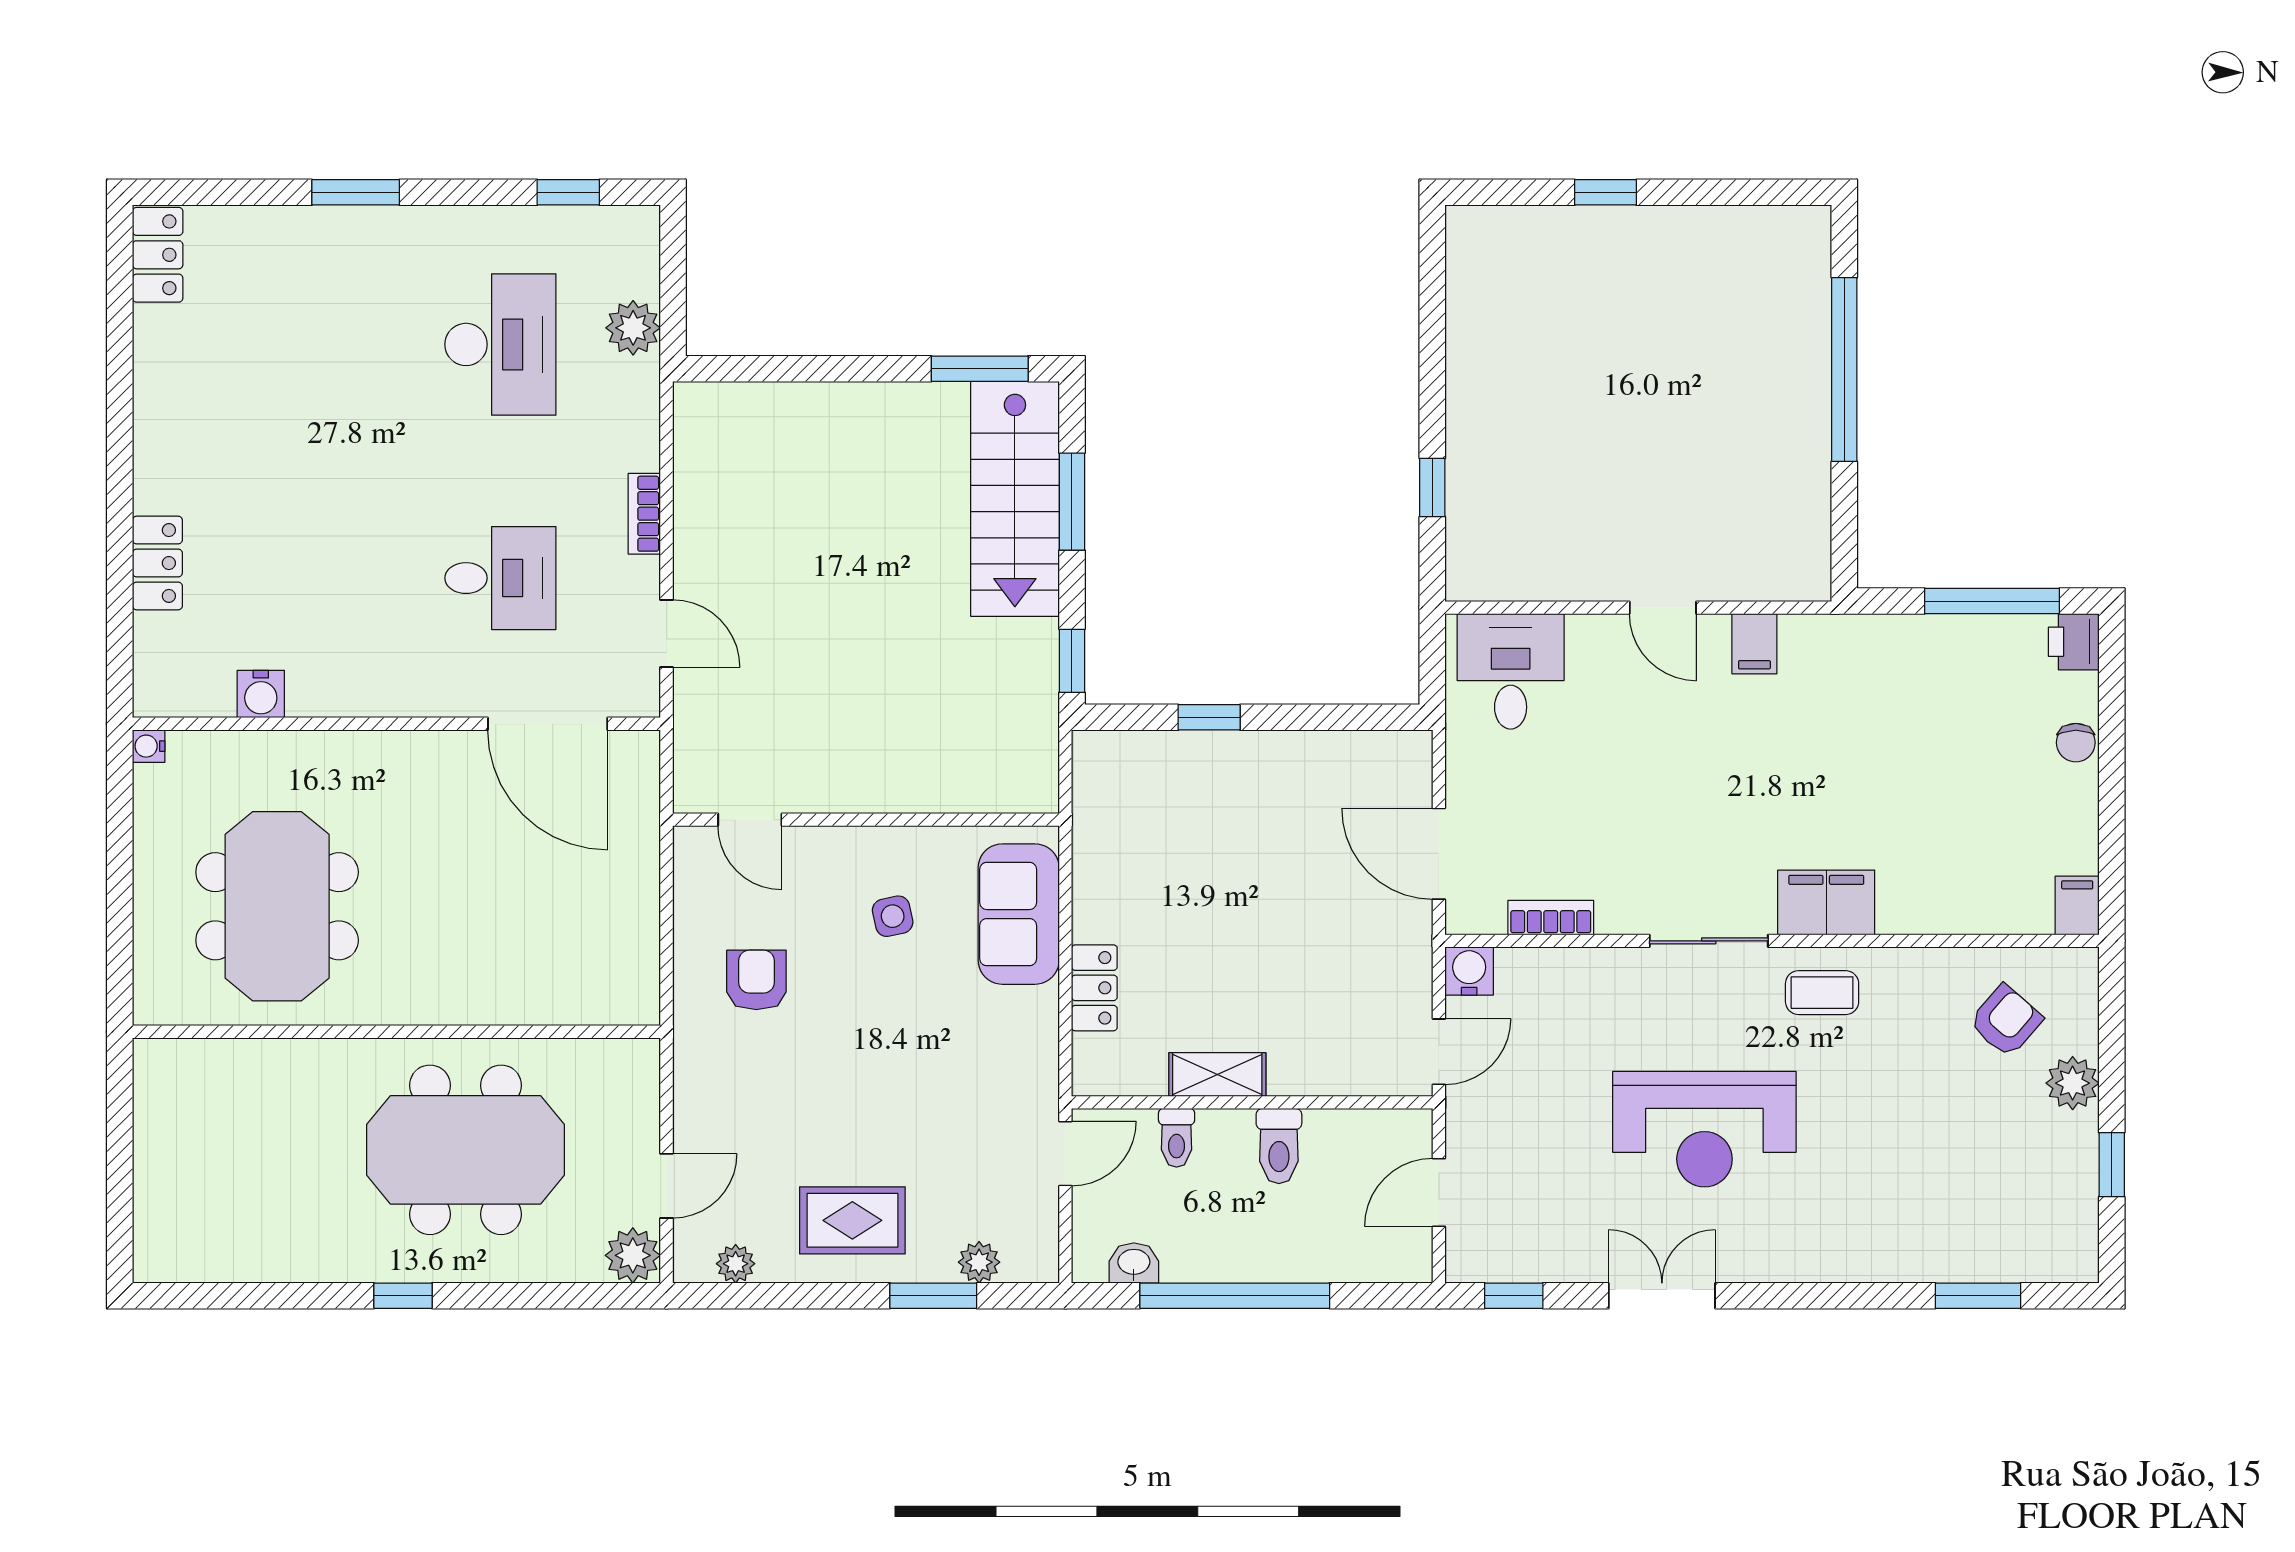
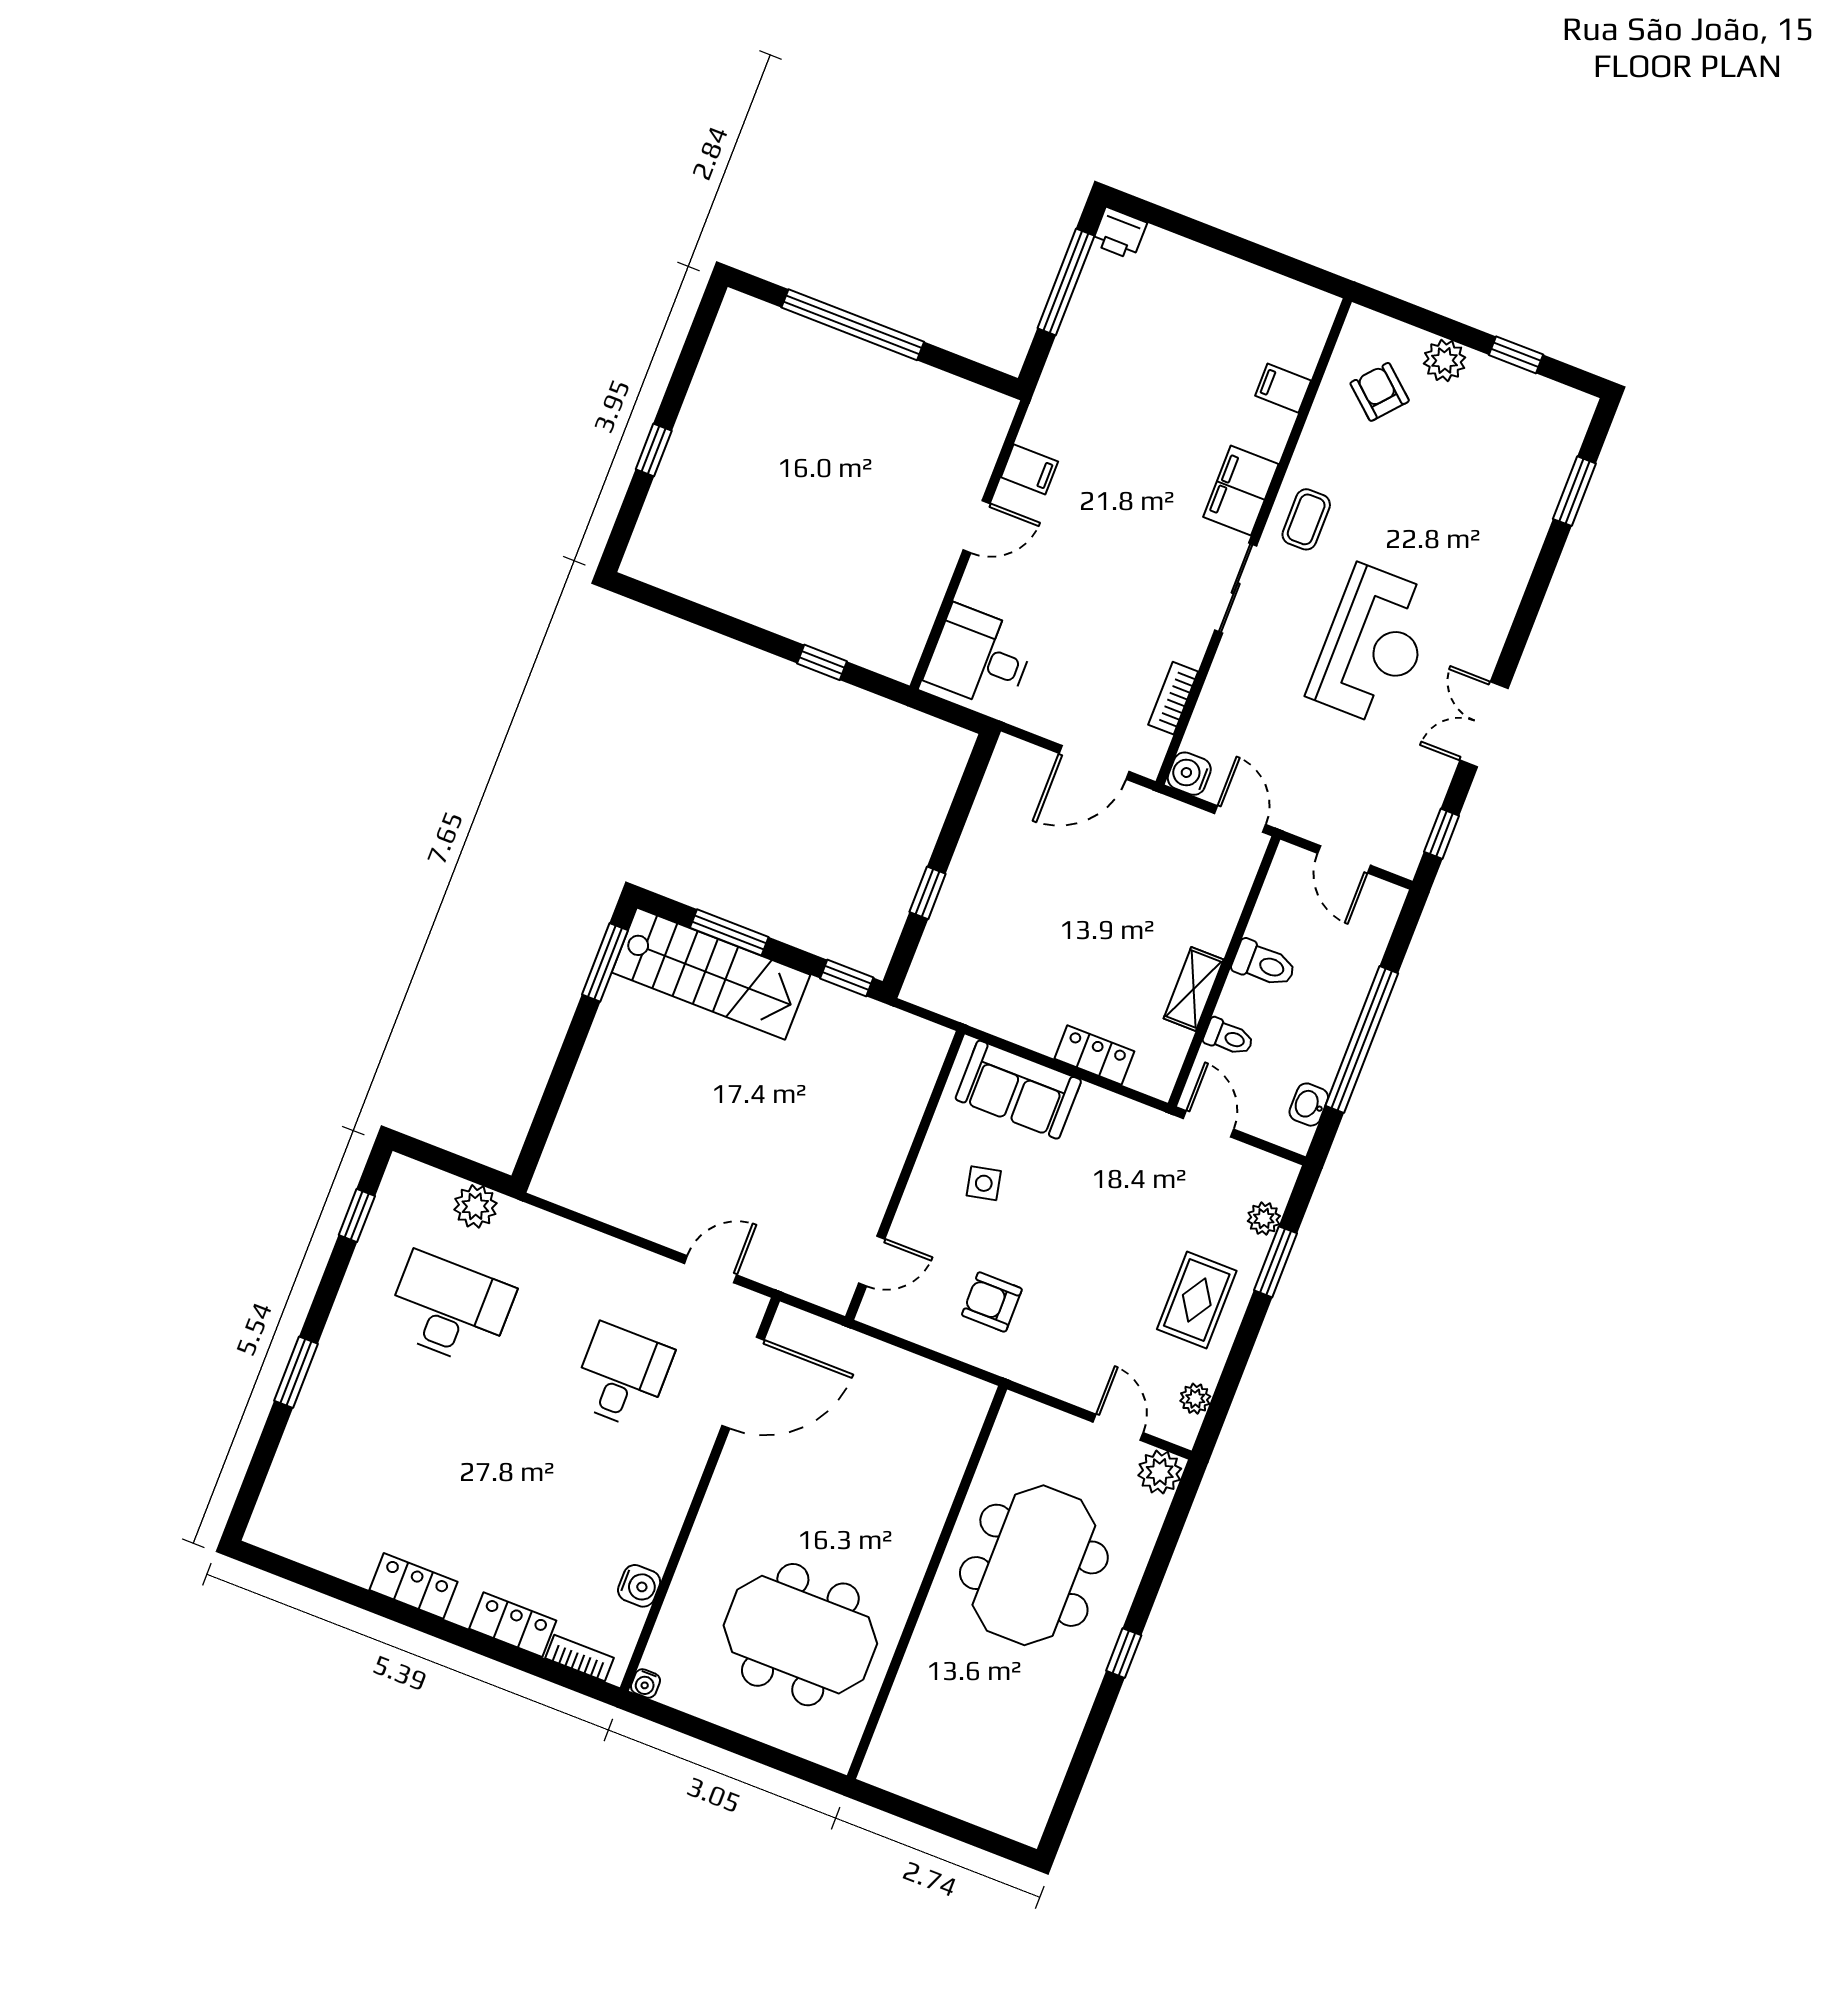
locker: (158, 255) -> (414, 1586), moved
bookcase: (644, 514) -> (580, 1658), moved, turned 180
chair: (2076, 743) -> (1194, 261), removed
filing cabinet: (2077, 905) -> (1283, 388), moved

